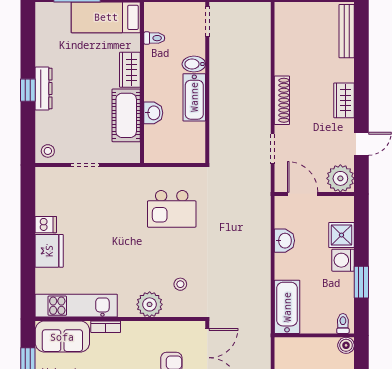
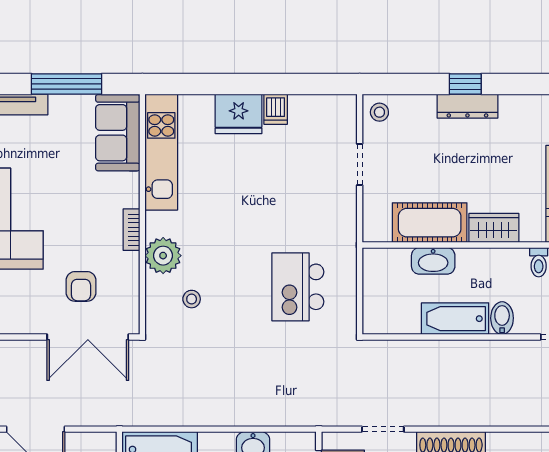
washbasin: (153, 113) -> (433, 261), width x1.38
bookcase: (106, 327) -> (131, 230), moved

